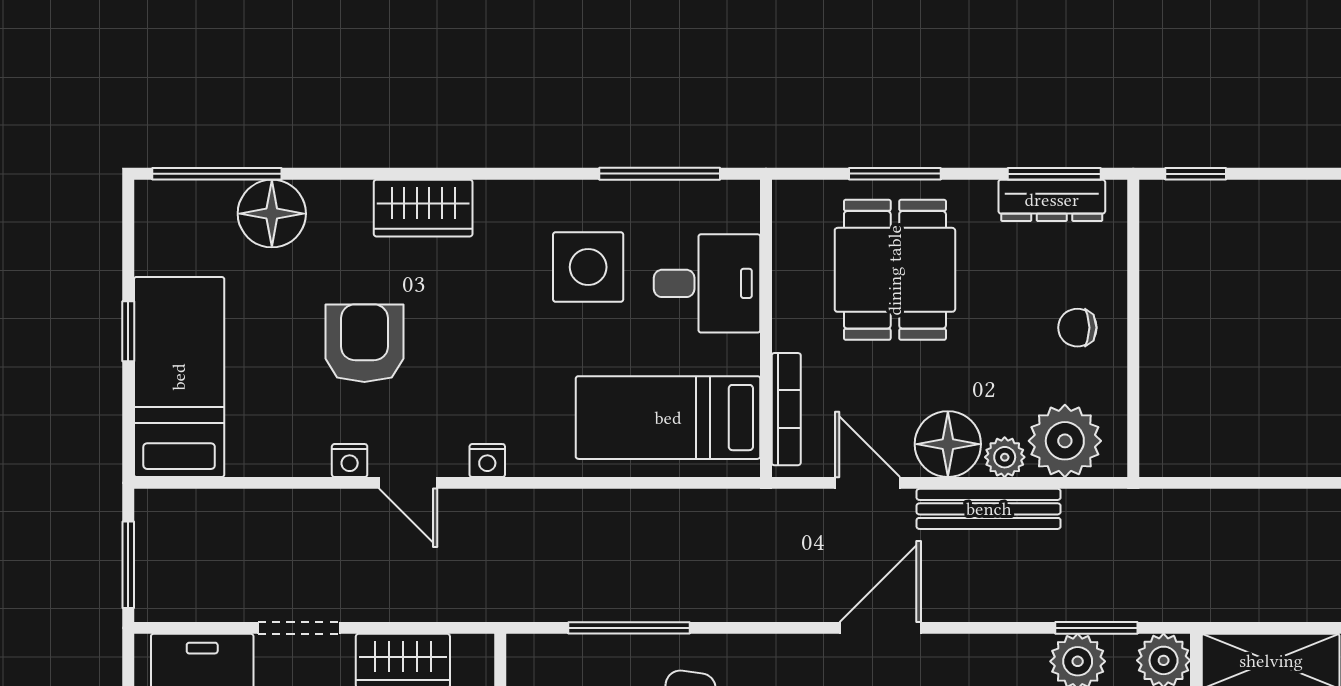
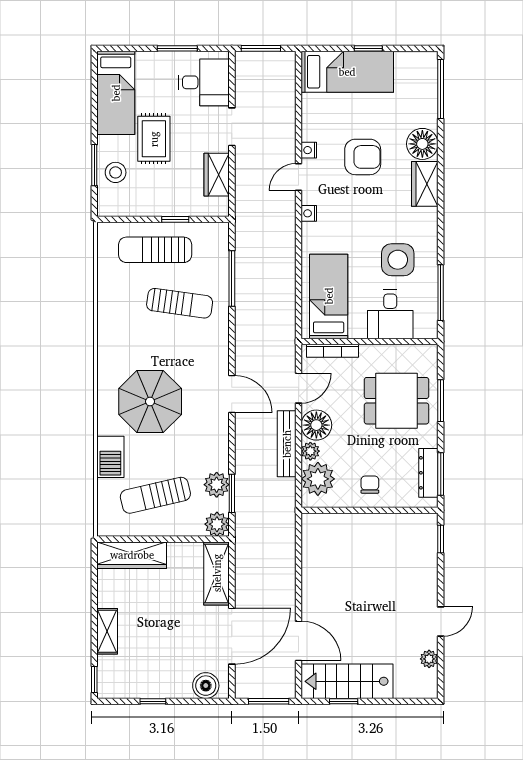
floor lamp: (272, 214) -> (422, 144), moved

